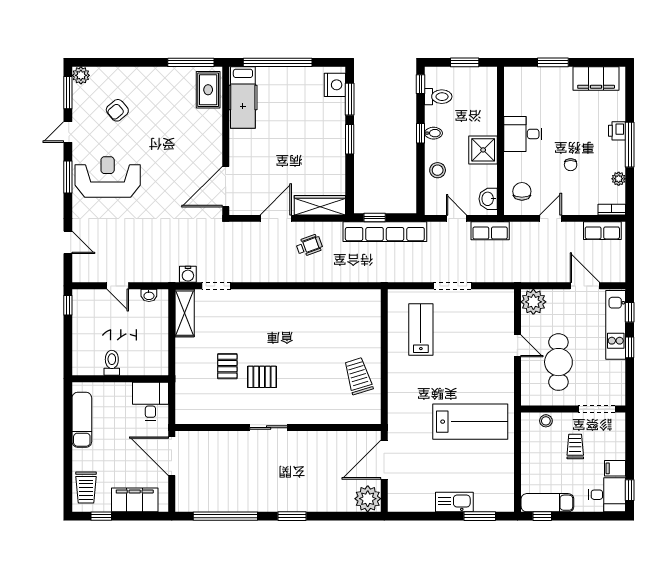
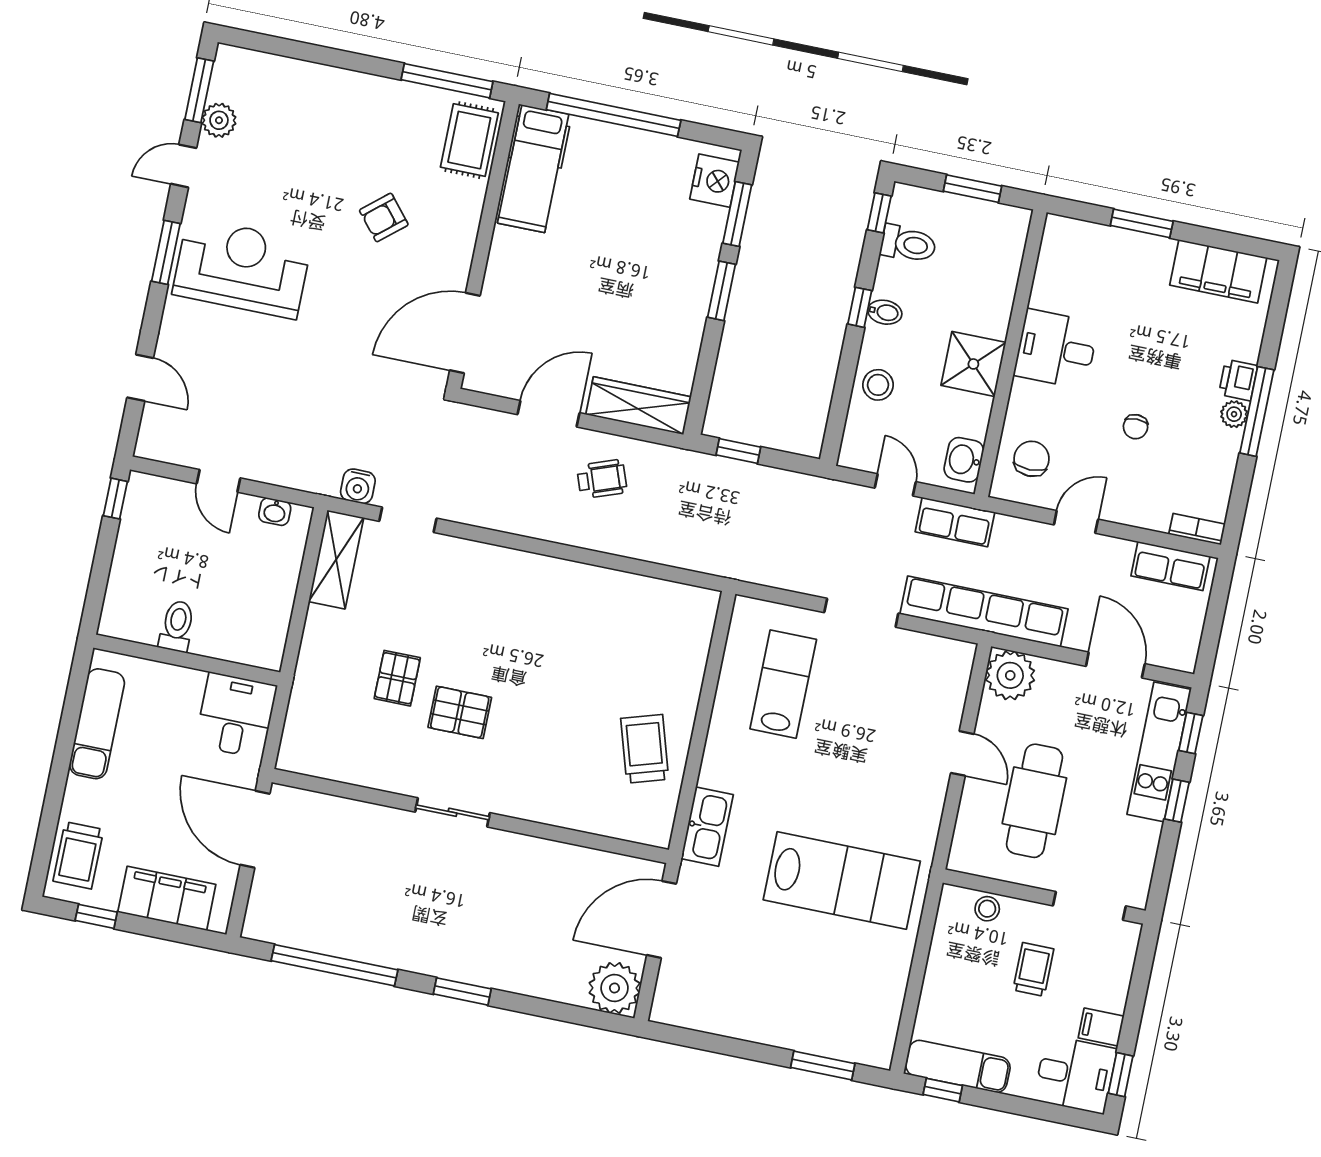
plant: (81, 75) -> (219, 120), moved
armchair: (117, 110) -> (384, 217), moved
plant: (619, 179) -> (1234, 414), moved
row of seats: (385, 232) -> (984, 611), moved, turned 180
kitchen sink: (454, 502) -> (707, 827), moved, turned 90

